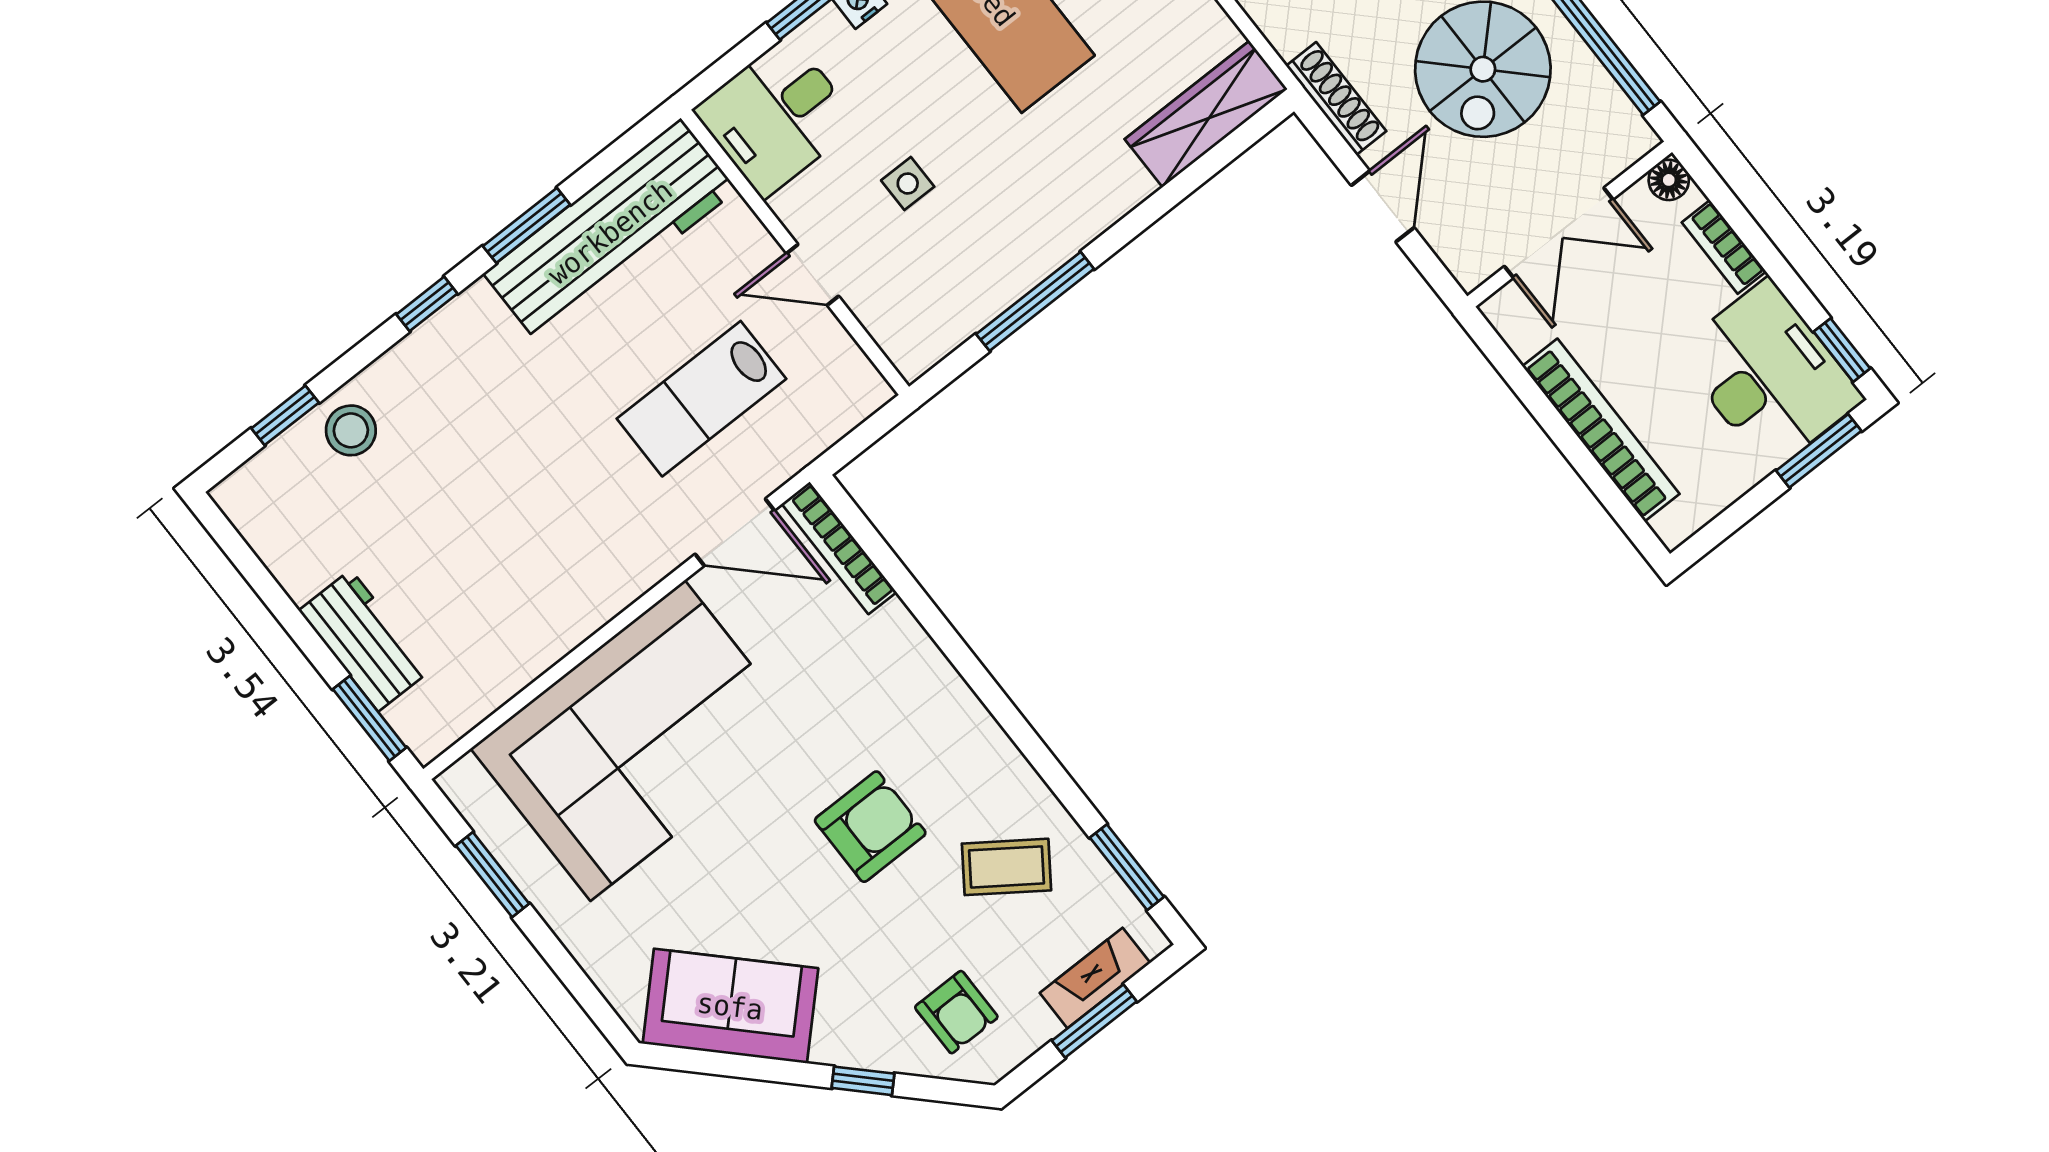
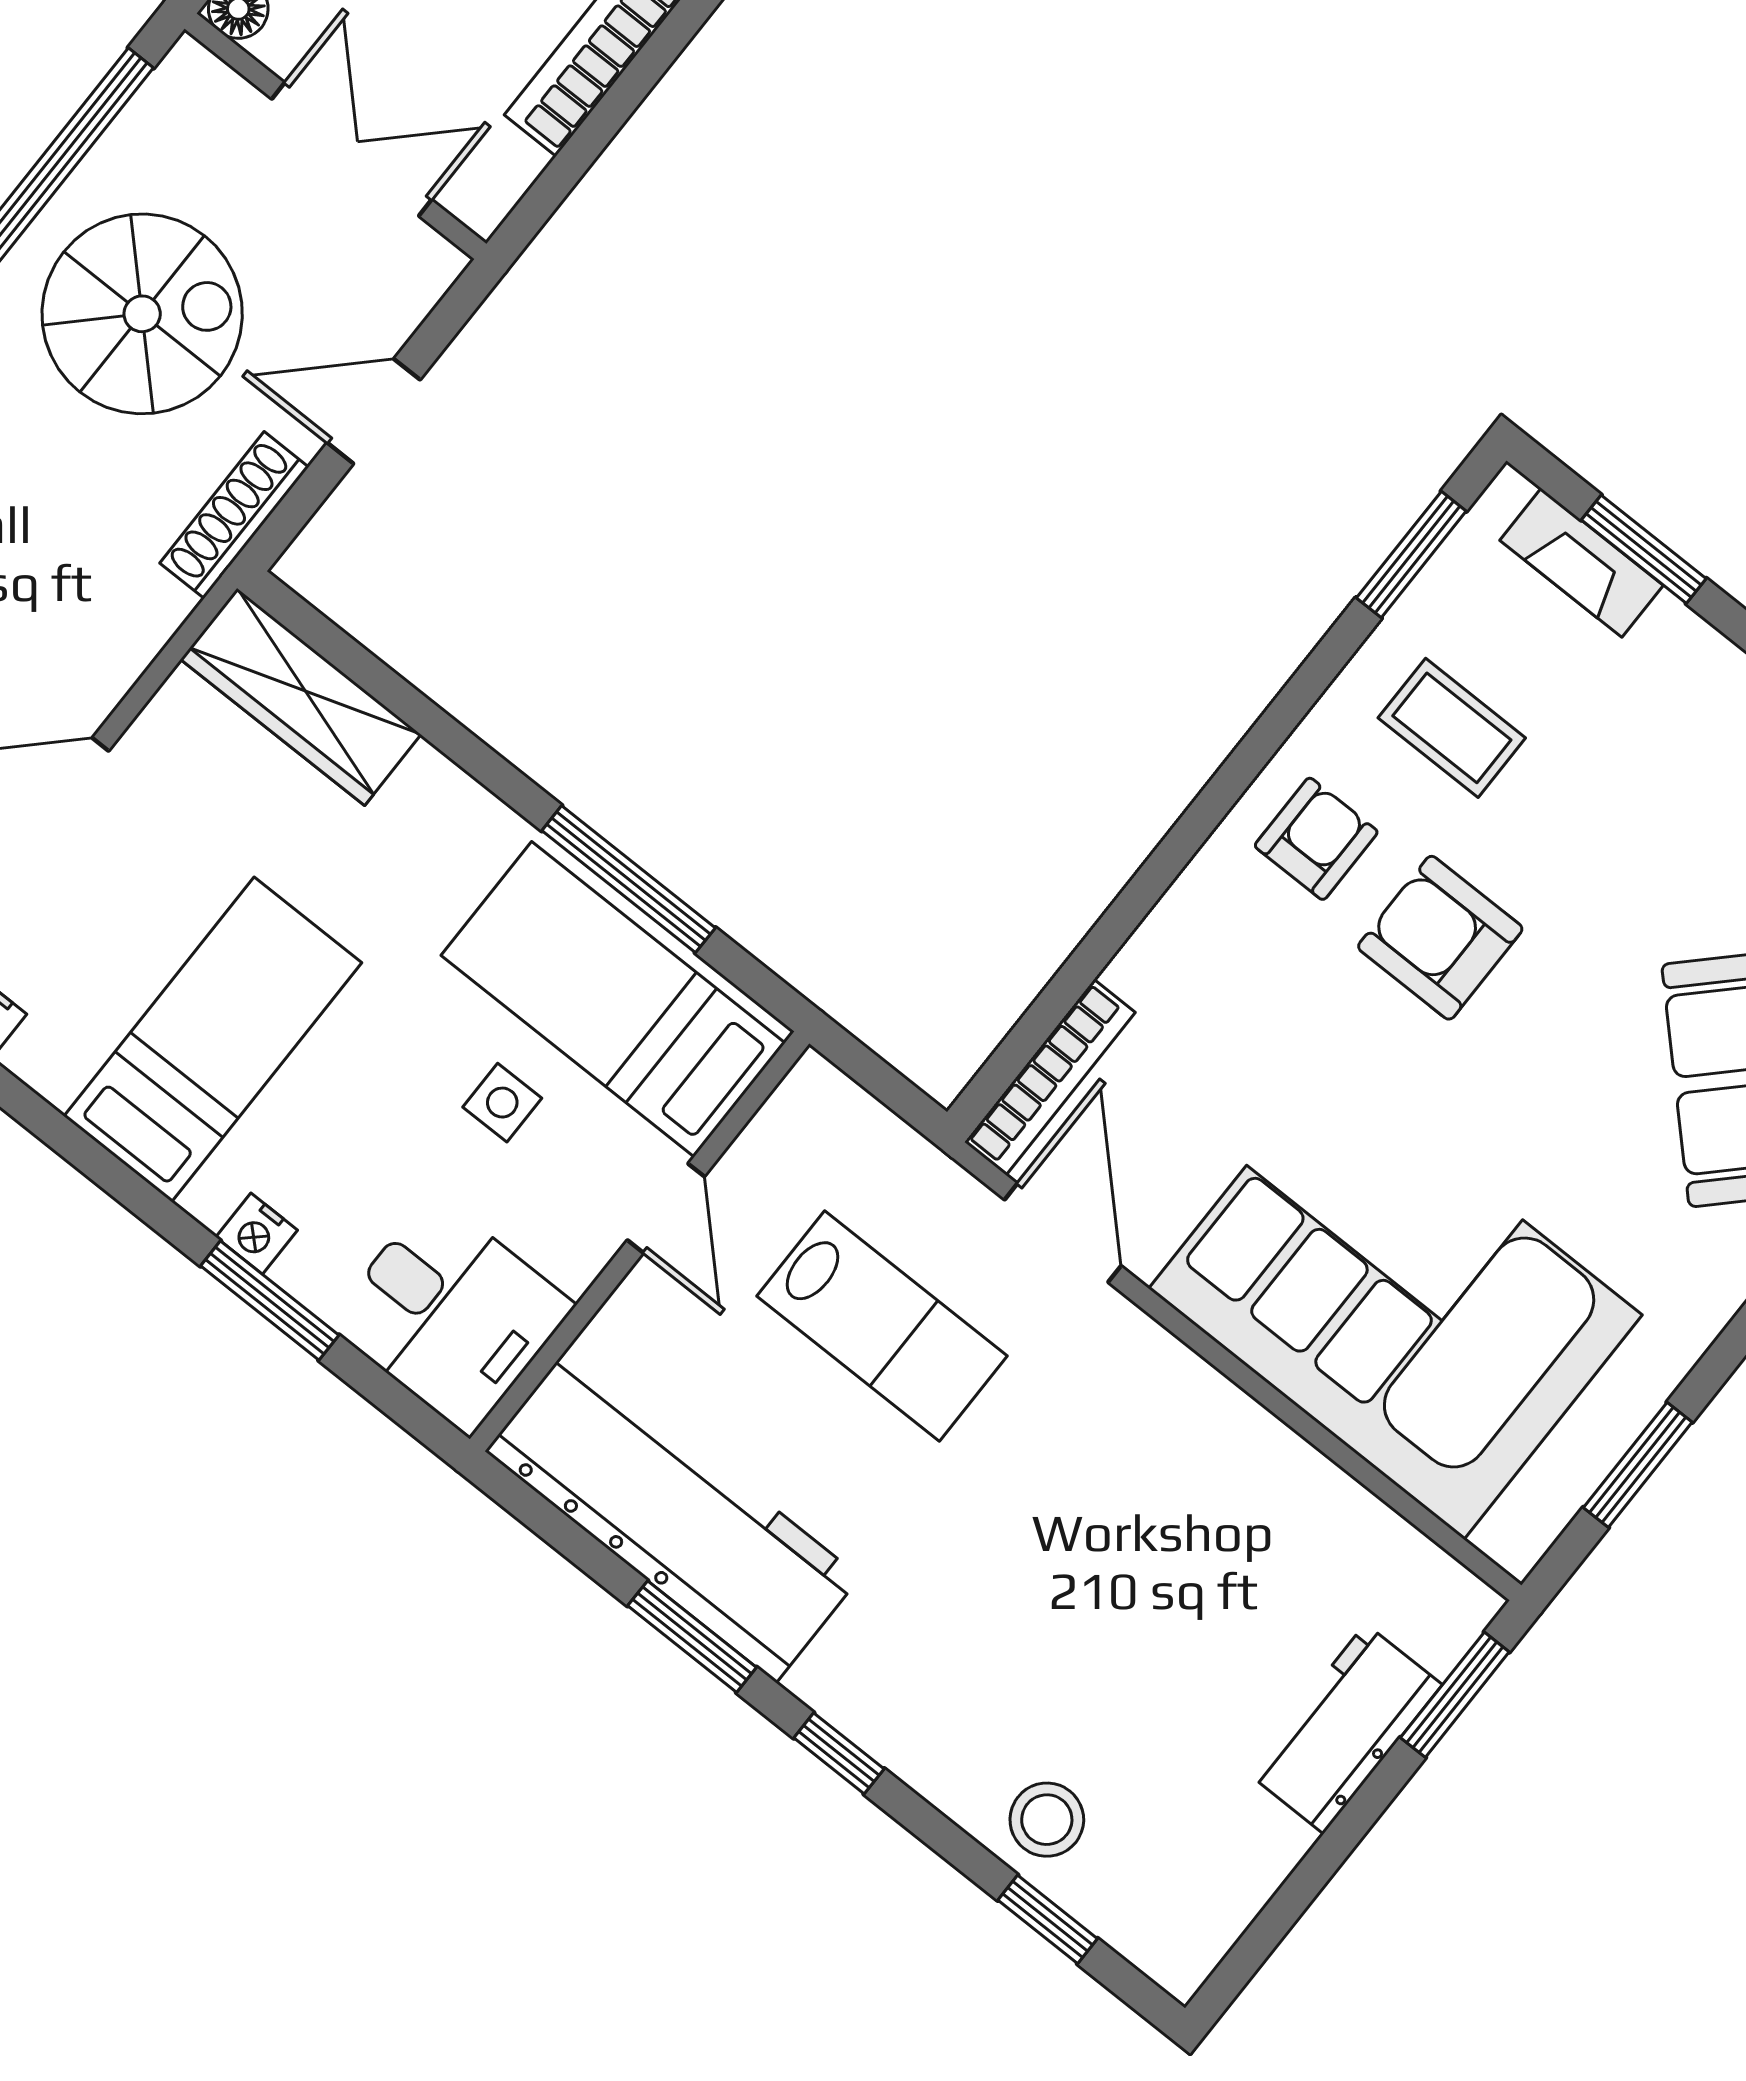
bed: (958, 272) -> (613, 999), added
coffee table: (1007, 867) -> (1452, 728), turned -35
armchair: (956, 1012) -> (1316, 839), moved

